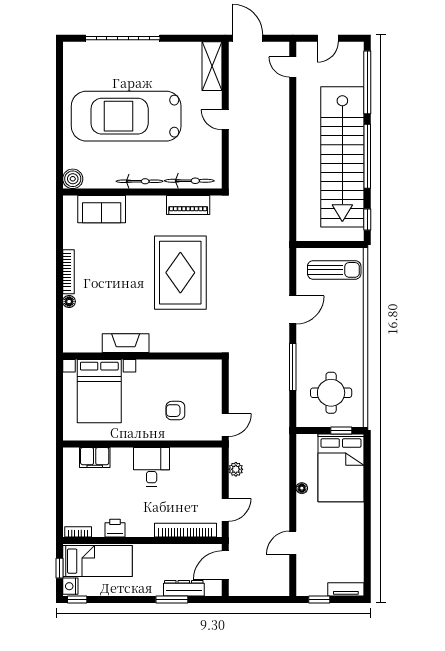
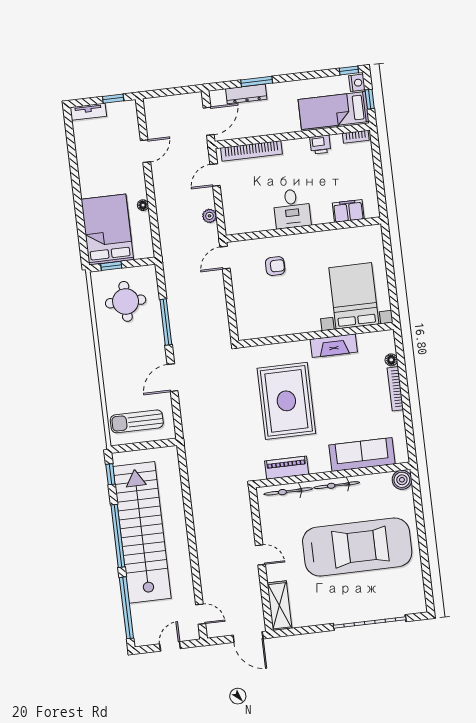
sofa: (102, 209) -> (362, 455), width x1.36
fireplace: (126, 343) -> (334, 346), moved
wall: (142, 356) -> (316, 335), moved
bed with nightstands: (99, 391) -> (354, 296), moved

